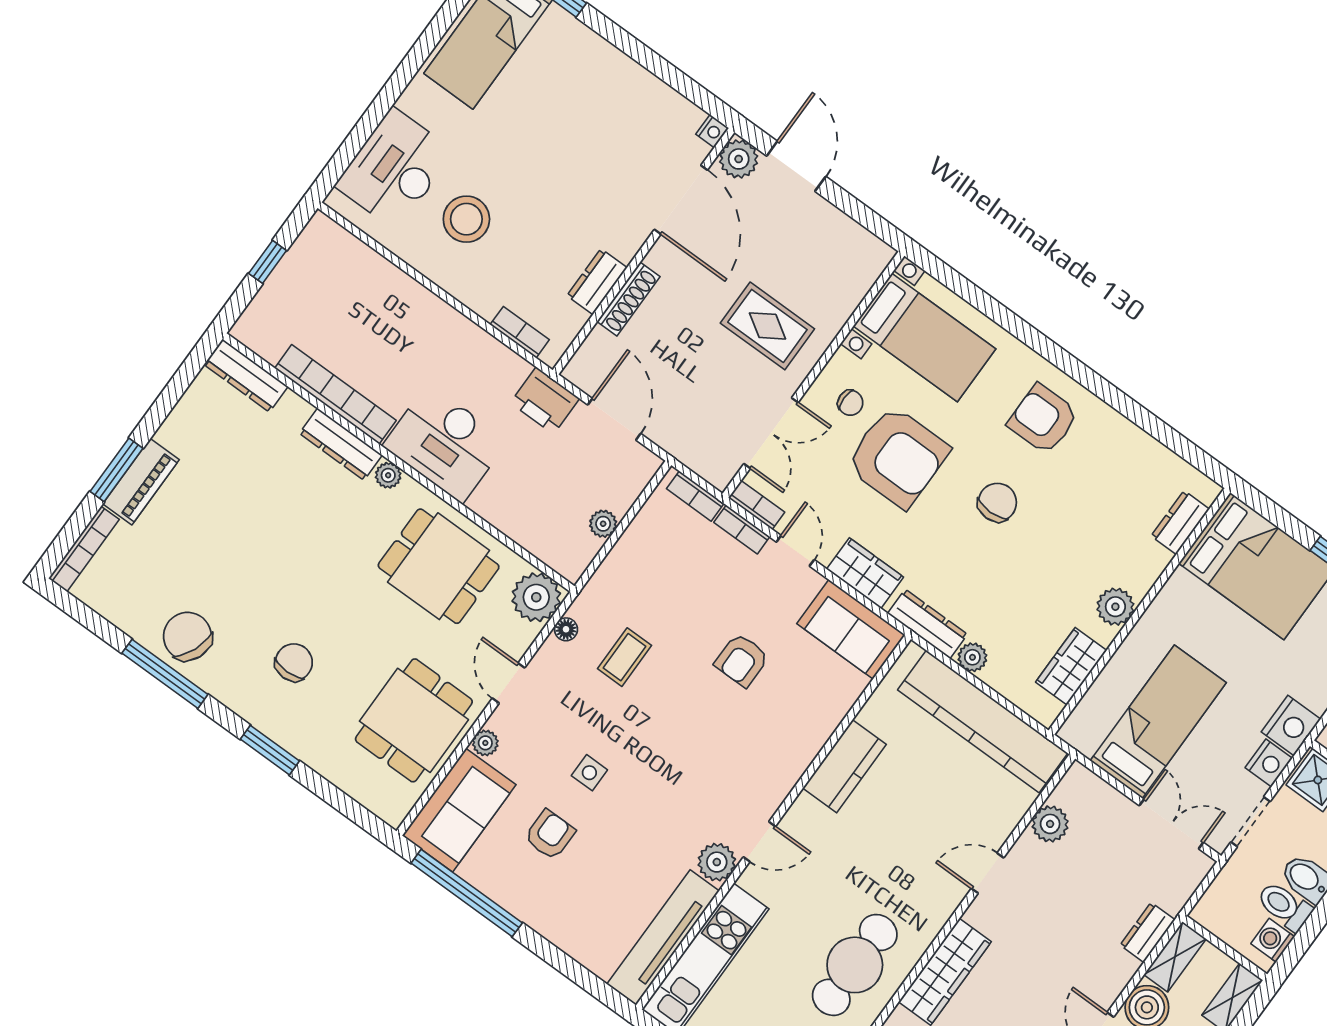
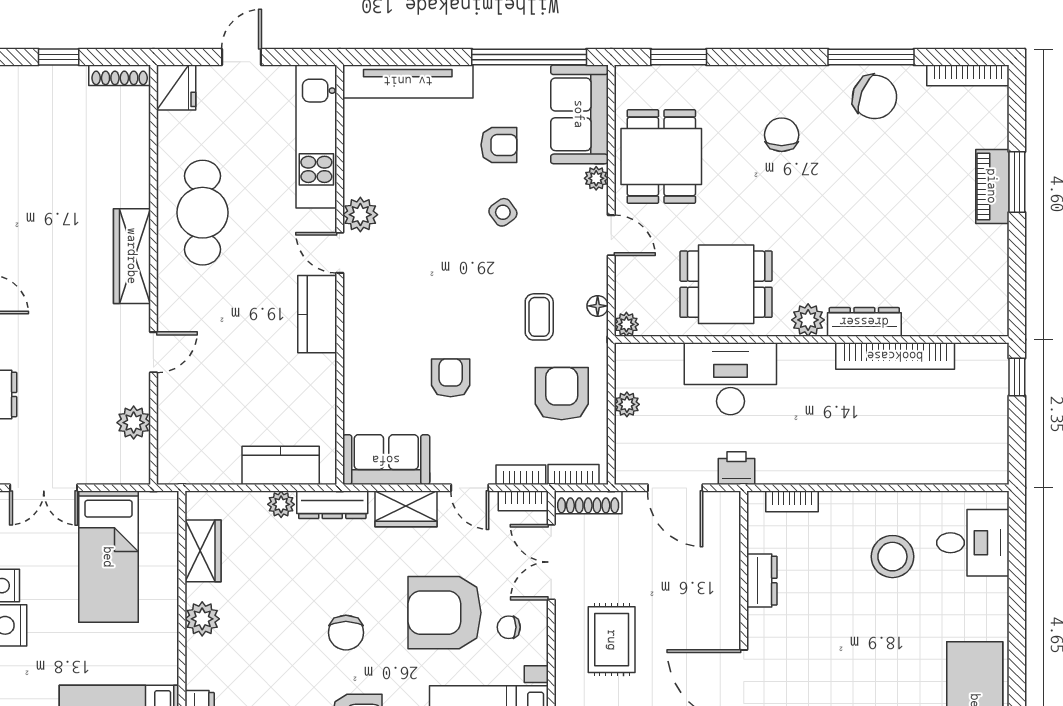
desk: (395, 169) -> (973, 543), width x0.73
window: (268, 262) -> (1017, 377), moved
shoe rack: (628, 299) -> (588, 502), moved, turned -90
rug: (767, 326) -> (612, 640), turned 90
dresser: (246, 376) -> (972, 322), removed
printer: (545, 401) -> (736, 468), width x0.73, depth x0.81
desk: (445, 443) -> (730, 379), moved
plant: (388, 475) -> (808, 320), width x1.38, depth x1.38
bookcase: (84, 549) -> (968, 75), moved, turned -90
armchair: (654, 575) -> (562, 394), added
plant: (536, 597) -> (626, 324), width x0.53, depth x0.53
chair: (294, 662) -> (782, 135), turned 180
kitchen counter: (983, 722) -> (281, 465), width x0.48, depth x0.86
window: (270, 750) -> (679, 57), moved
kitchen counter: (845, 766) -> (317, 314), moved
side table: (589, 773) -> (503, 212), turned -36
armchair: (550, 835) -> (499, 145), turned -90
door: (759, 842) -> (340, 253), hinge flipped
tv unit: (663, 937) -> (408, 81), moved, turned 90

